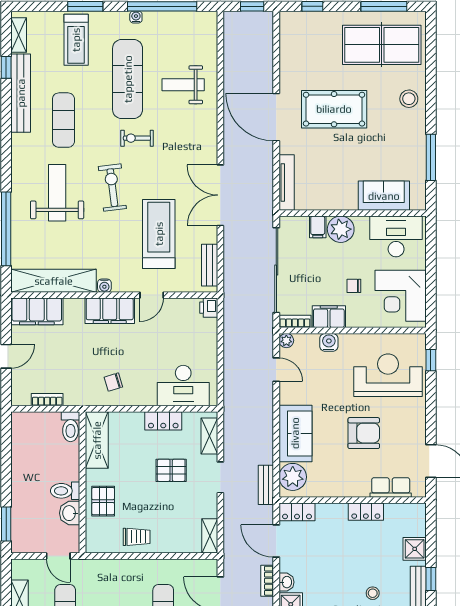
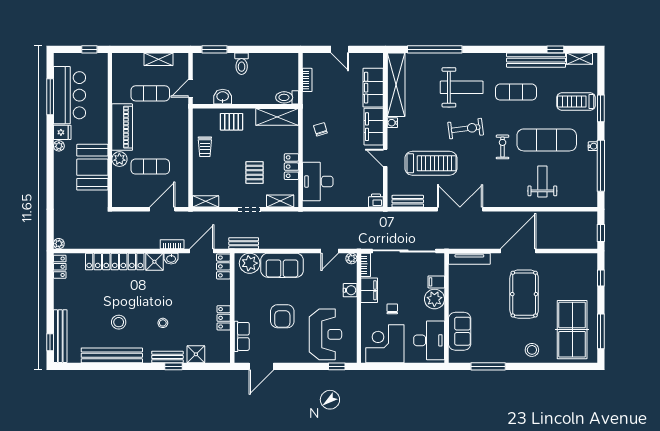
filing cabinet: (37, 311) -> (373, 88), moved
toilet: (65, 491) -> (242, 64), moved, turned 180

